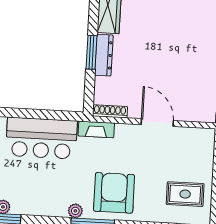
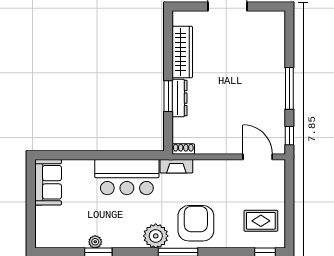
shoe rack: (110, 111) -> (183, 149), width x0.70
door: (157, 123) -> (258, 157), moved
plant: (75, 211) -> (156, 236), width x1.88, depth x1.88

